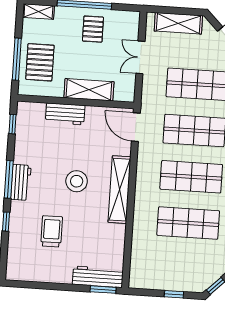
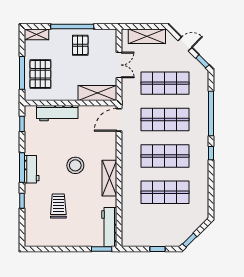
double door: (140, 57) -> (119, 65), swing flipped
shelving: (89, 90) -> (97, 93), moved
workbench: (65, 114) -> (57, 113), width x1.38
door: (136, 127) -> (119, 120), hinge flipped
shelving: (119, 190) -> (109, 178), width x0.68
workbench: (98, 277) -> (109, 227), moved, turned -90

